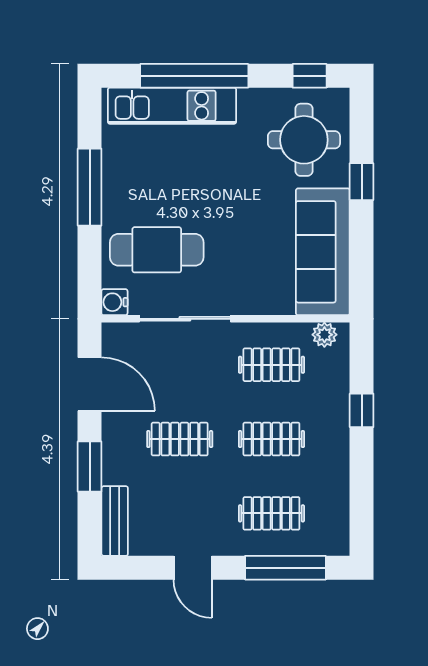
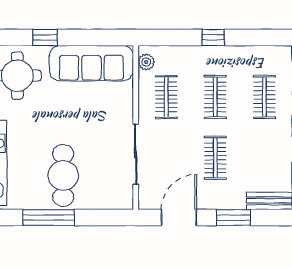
cafe table: (157, 250) -> (63, 175), moved
water cooler: (114, 302) -> (125, 201), removed
window: (362, 410) -> (213, 37), moved

